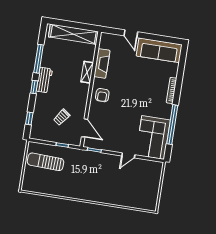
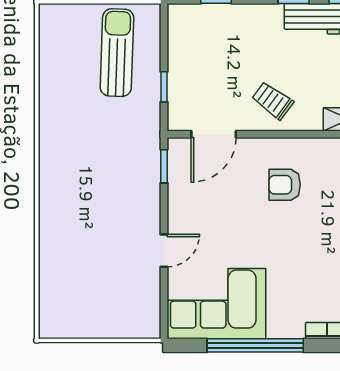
armchair: (102, 95) -> (285, 185), moved
trolley: (62, 117) -> (273, 101), moved
door: (128, 155) -> (164, 251), swing flipped

